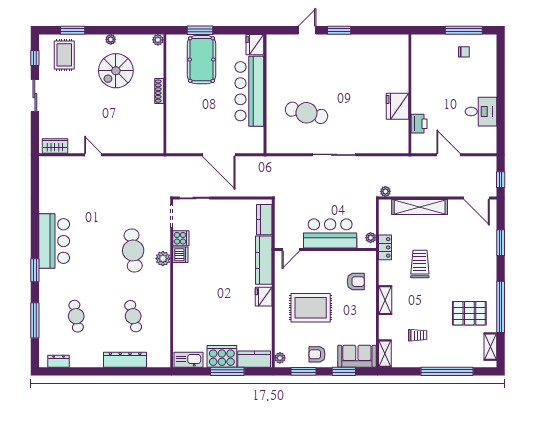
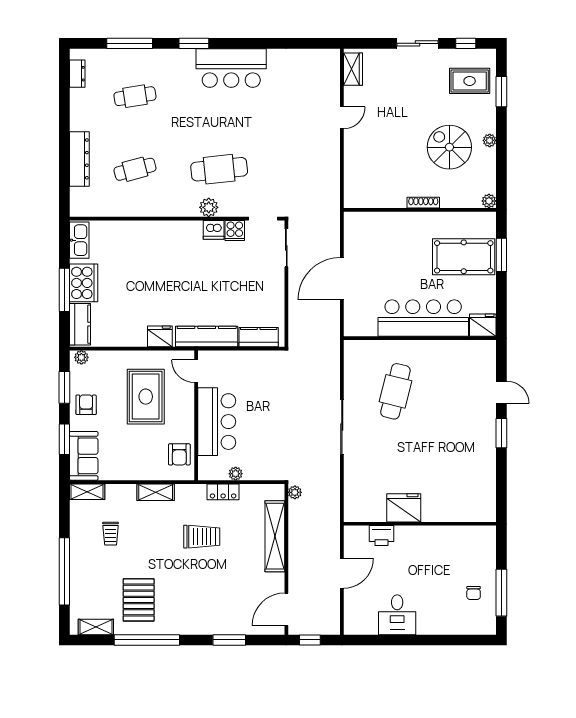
bar counter: (330, 233) -> (217, 422), moved
door: (291, 249) -> (196, 371), moved
wall: (325, 249) -> (196, 415), moved

